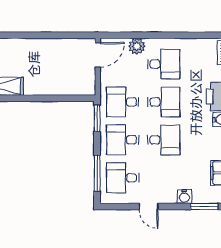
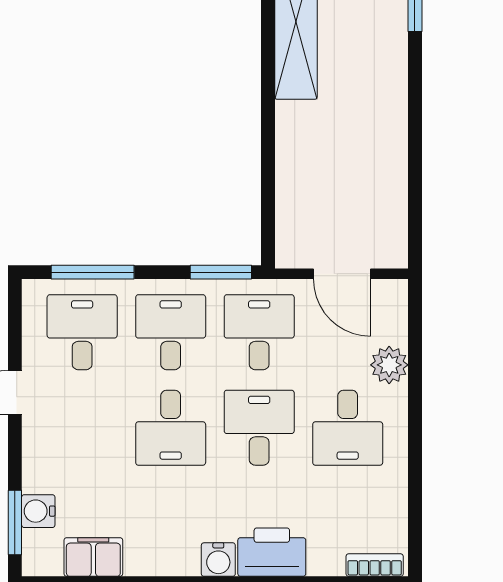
door: (98, 55) -> (342, 274), moved
desk: (164, 102) -> (259, 428), turned 180
water cooler: (184, 196) -> (38, 511), moved

